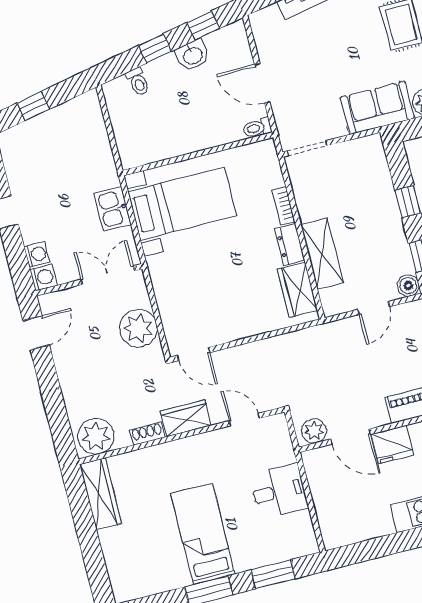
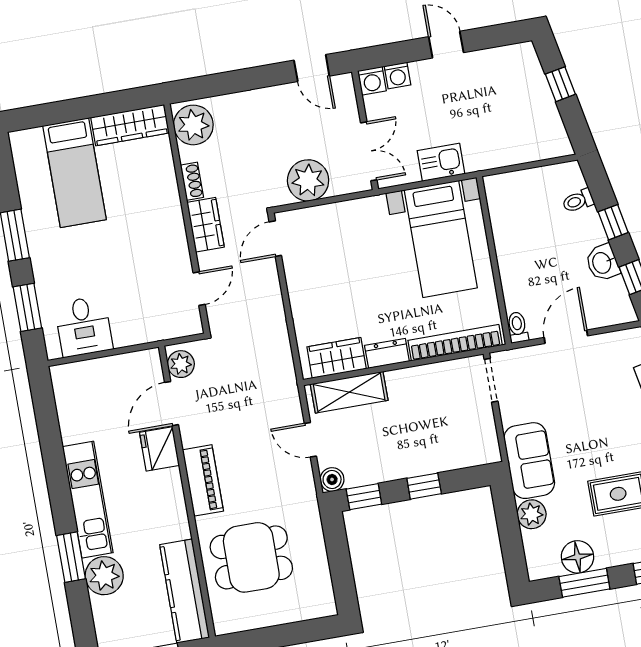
bookcase: (284, 206) -> (455, 343), width x2.31, depth x1.31
shelving: (322, 254) -> (349, 392), moved
desk: (279, 491) -> (84, 326), moved
bed: (203, 534) -> (74, 173), moved, turned 90

